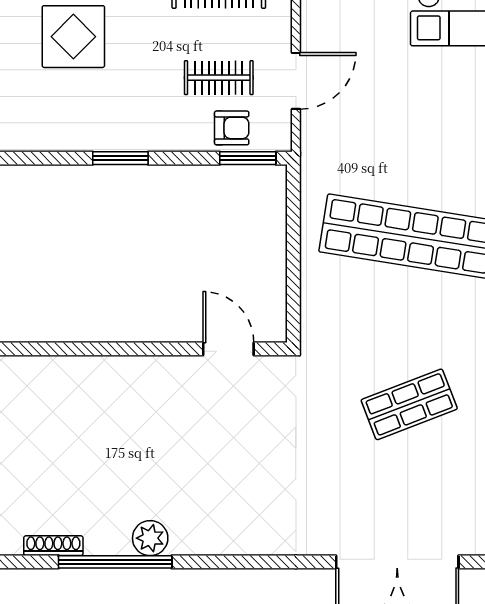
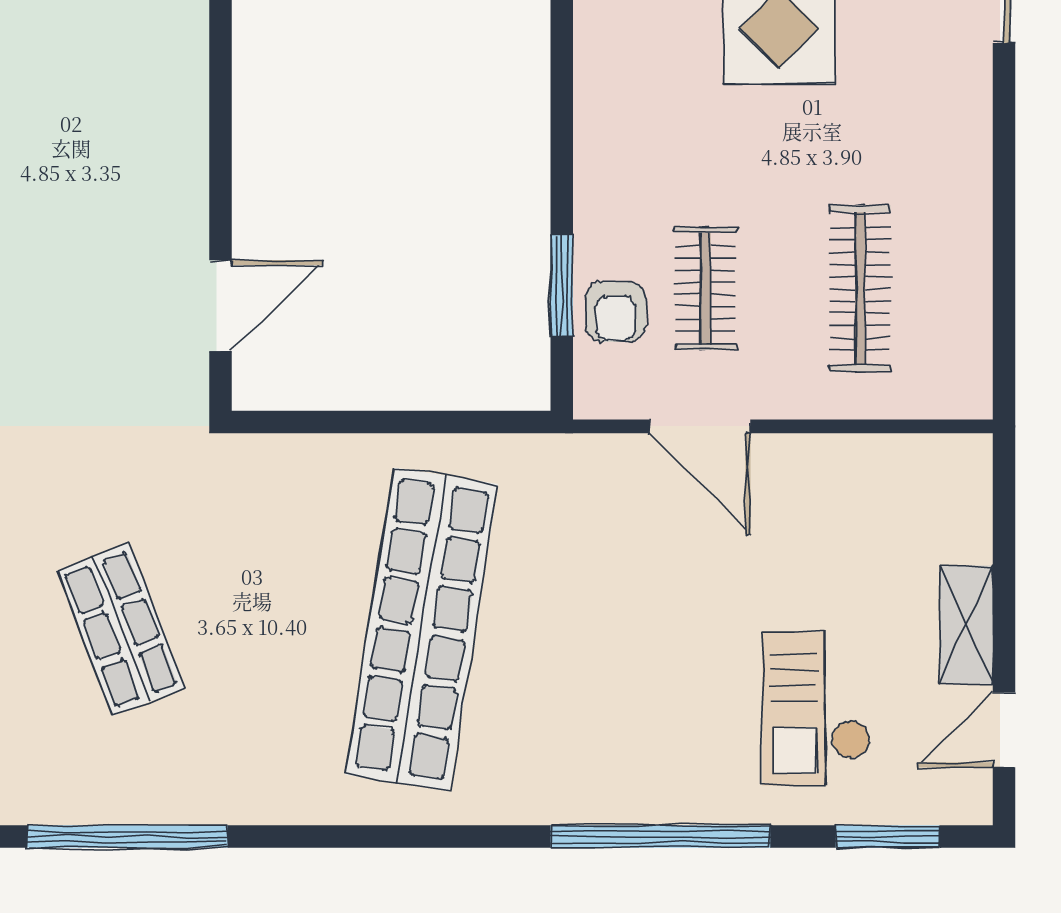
window: (120, 158) -> (562, 112), removed
window: (248, 158) -> (562, 286), moved

